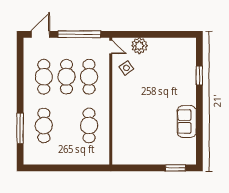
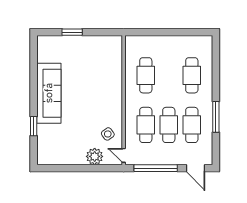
door: (40, 34) -> (195, 168), hinge flipped
sofa: (187, 121) -> (49, 93), width x1.85, depth x1.27
window: (20, 128) -> (216, 117), moved
window: (175, 168) -> (72, 32), moved

